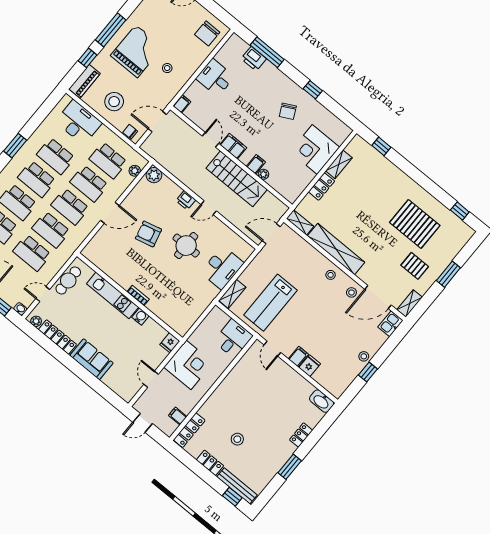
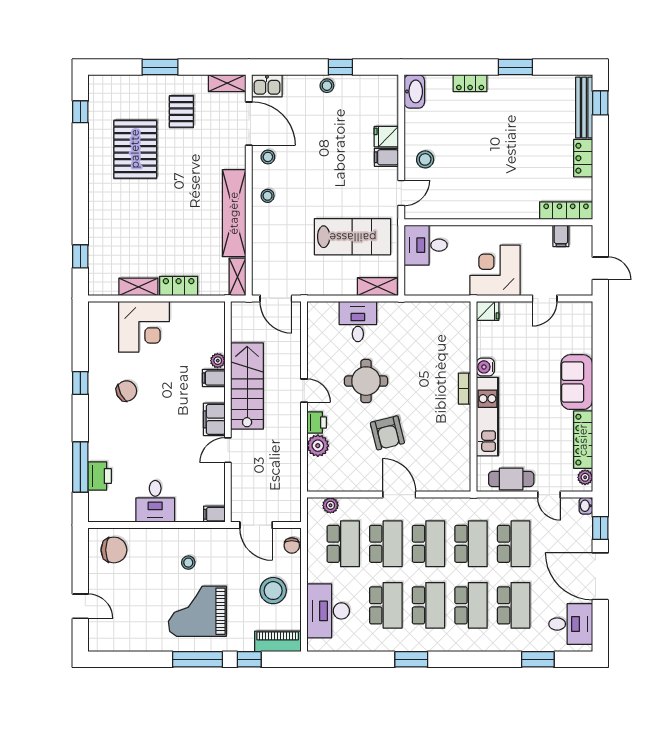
plant: (154, 175) -> (318, 446), moved
desk: (222, 268) -> (358, 321), width x0.73
stool: (237, 439) -> (425, 159), moved

